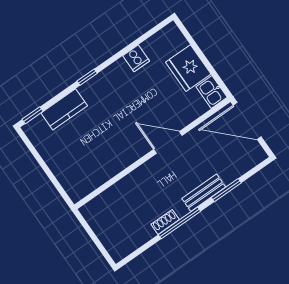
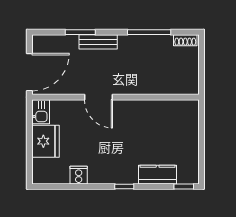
door: (247, 121) -> (29, 72), hinge flipped
shoe rack: (165, 222) -> (185, 40), moved
window: (179, 223) -> (149, 32), moved

